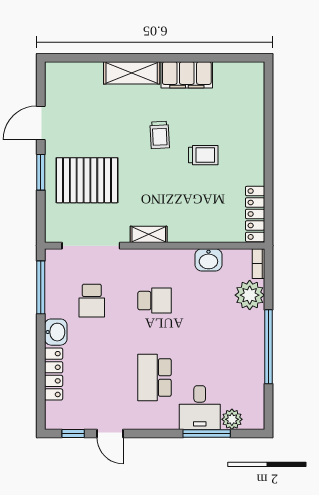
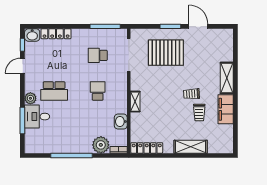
shelving: (253, 137) -> (191, 147), added
trolley: (203, 155) -> (199, 113), moved
pallet: (87, 180) -> (166, 53), turned 90
shelving: (149, 234) -> (135, 102), moved
school desk: (155, 301) -> (98, 91), turned 180
washbasin: (56, 332) -> (32, 35), moved
school desk: (155, 377) -> (54, 91), turned 180
plant: (232, 419) -> (30, 98), moved

